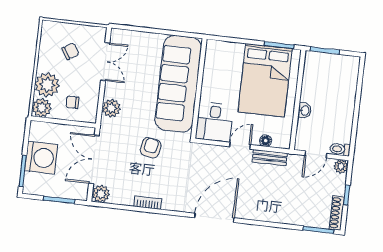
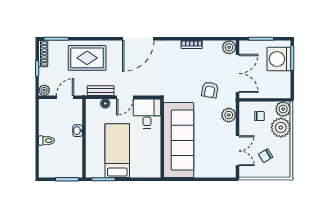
double door: (105, 62) -> (238, 151), swing flipped
bed: (265, 80) -> (117, 151), width x0.67
armchair: (151, 148) -> (210, 90), moved
toilet: (340, 149) -> (47, 141), moved
washing machine: (41, 158) -> (279, 59), moved
rug: (282, 201) -> (87, 58), added

